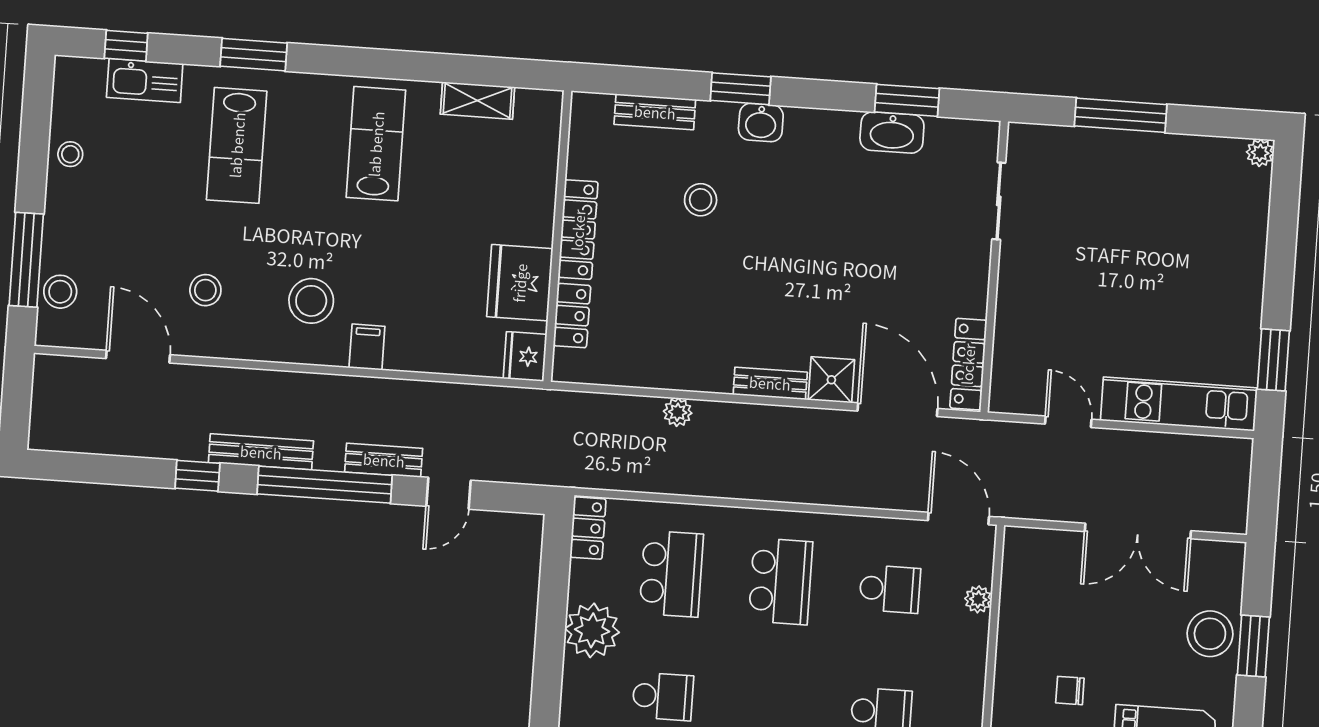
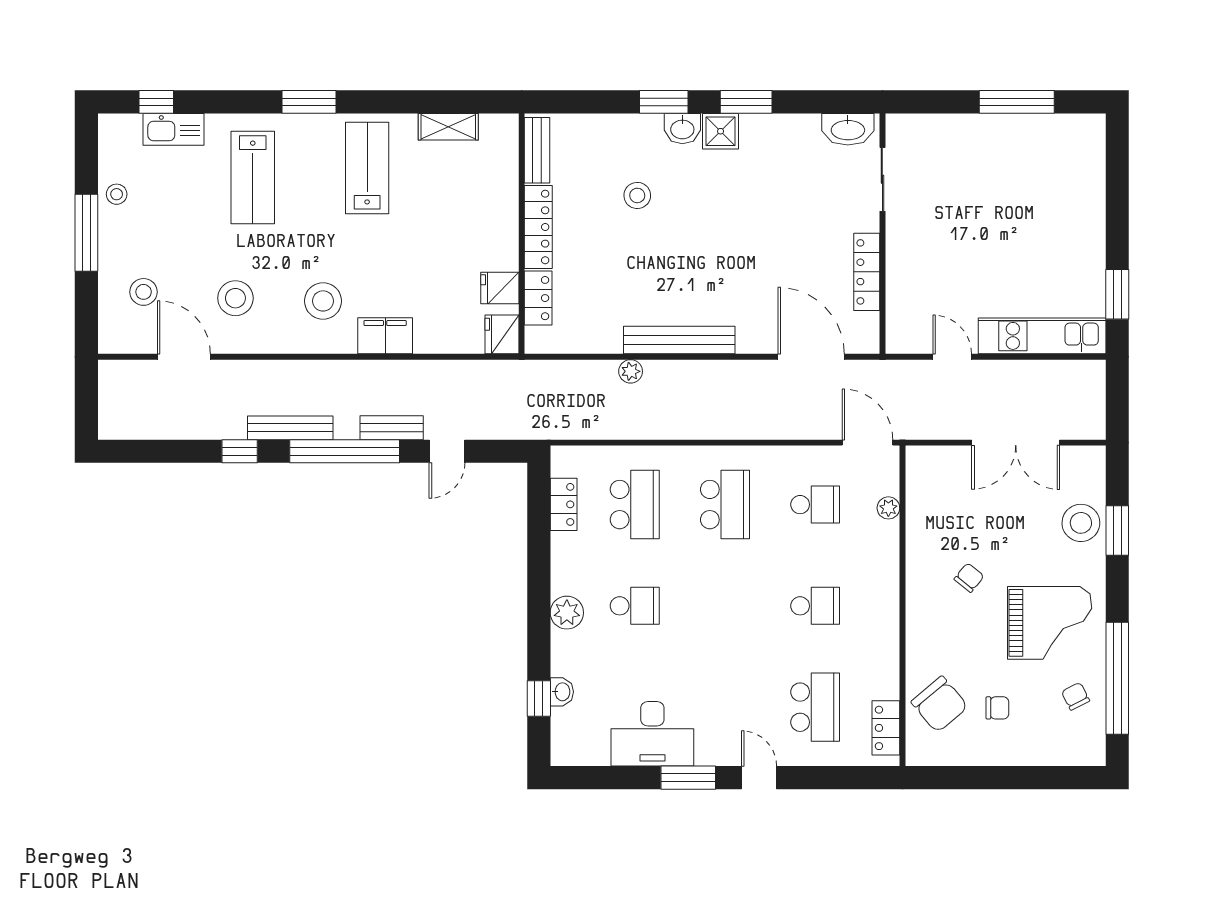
window: (254, 55) -> (309, 102), moved
window: (907, 100) -> (746, 102), moved
bench: (655, 112) -> (537, 150), moved, turned 90
window: (1121, 115) -> (1017, 102), moved
washbasin: (892, 133) -> (848, 129), moved
plant: (1260, 153) -> (1094, 125), removed
window: (26, 260) -> (86, 233), moved
fridge: (520, 283) -> (500, 288), width x0.53, depth x0.75
stool: (205, 290) -> (235, 298), width x1.38, depth x1.38
stool: (60, 292) -> (144, 292), moved
filing cabinet: (367, 347) -> (385, 336), width x2.00
locker: (968, 364) -> (867, 272), moved
shower: (831, 380) -> (721, 131), moved
bench: (770, 383) -> (679, 340), width x1.86, depth x1.21
locker: (588, 528) -> (564, 504), moved
plant: (592, 630) -> (567, 613), moved, width x0.73, depth x0.73
chair: (1070, 691) -> (969, 578), turned 129

